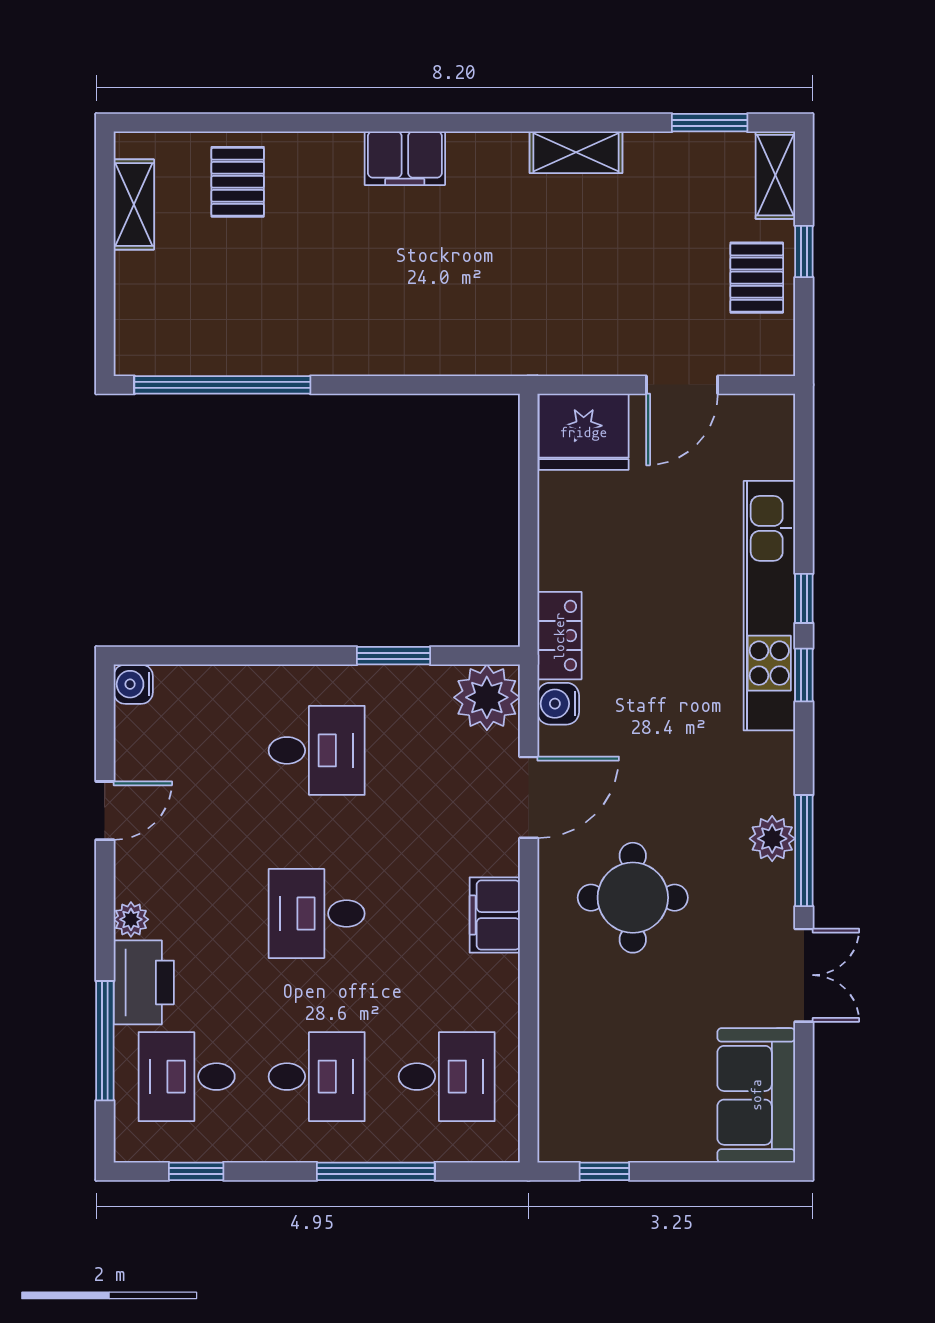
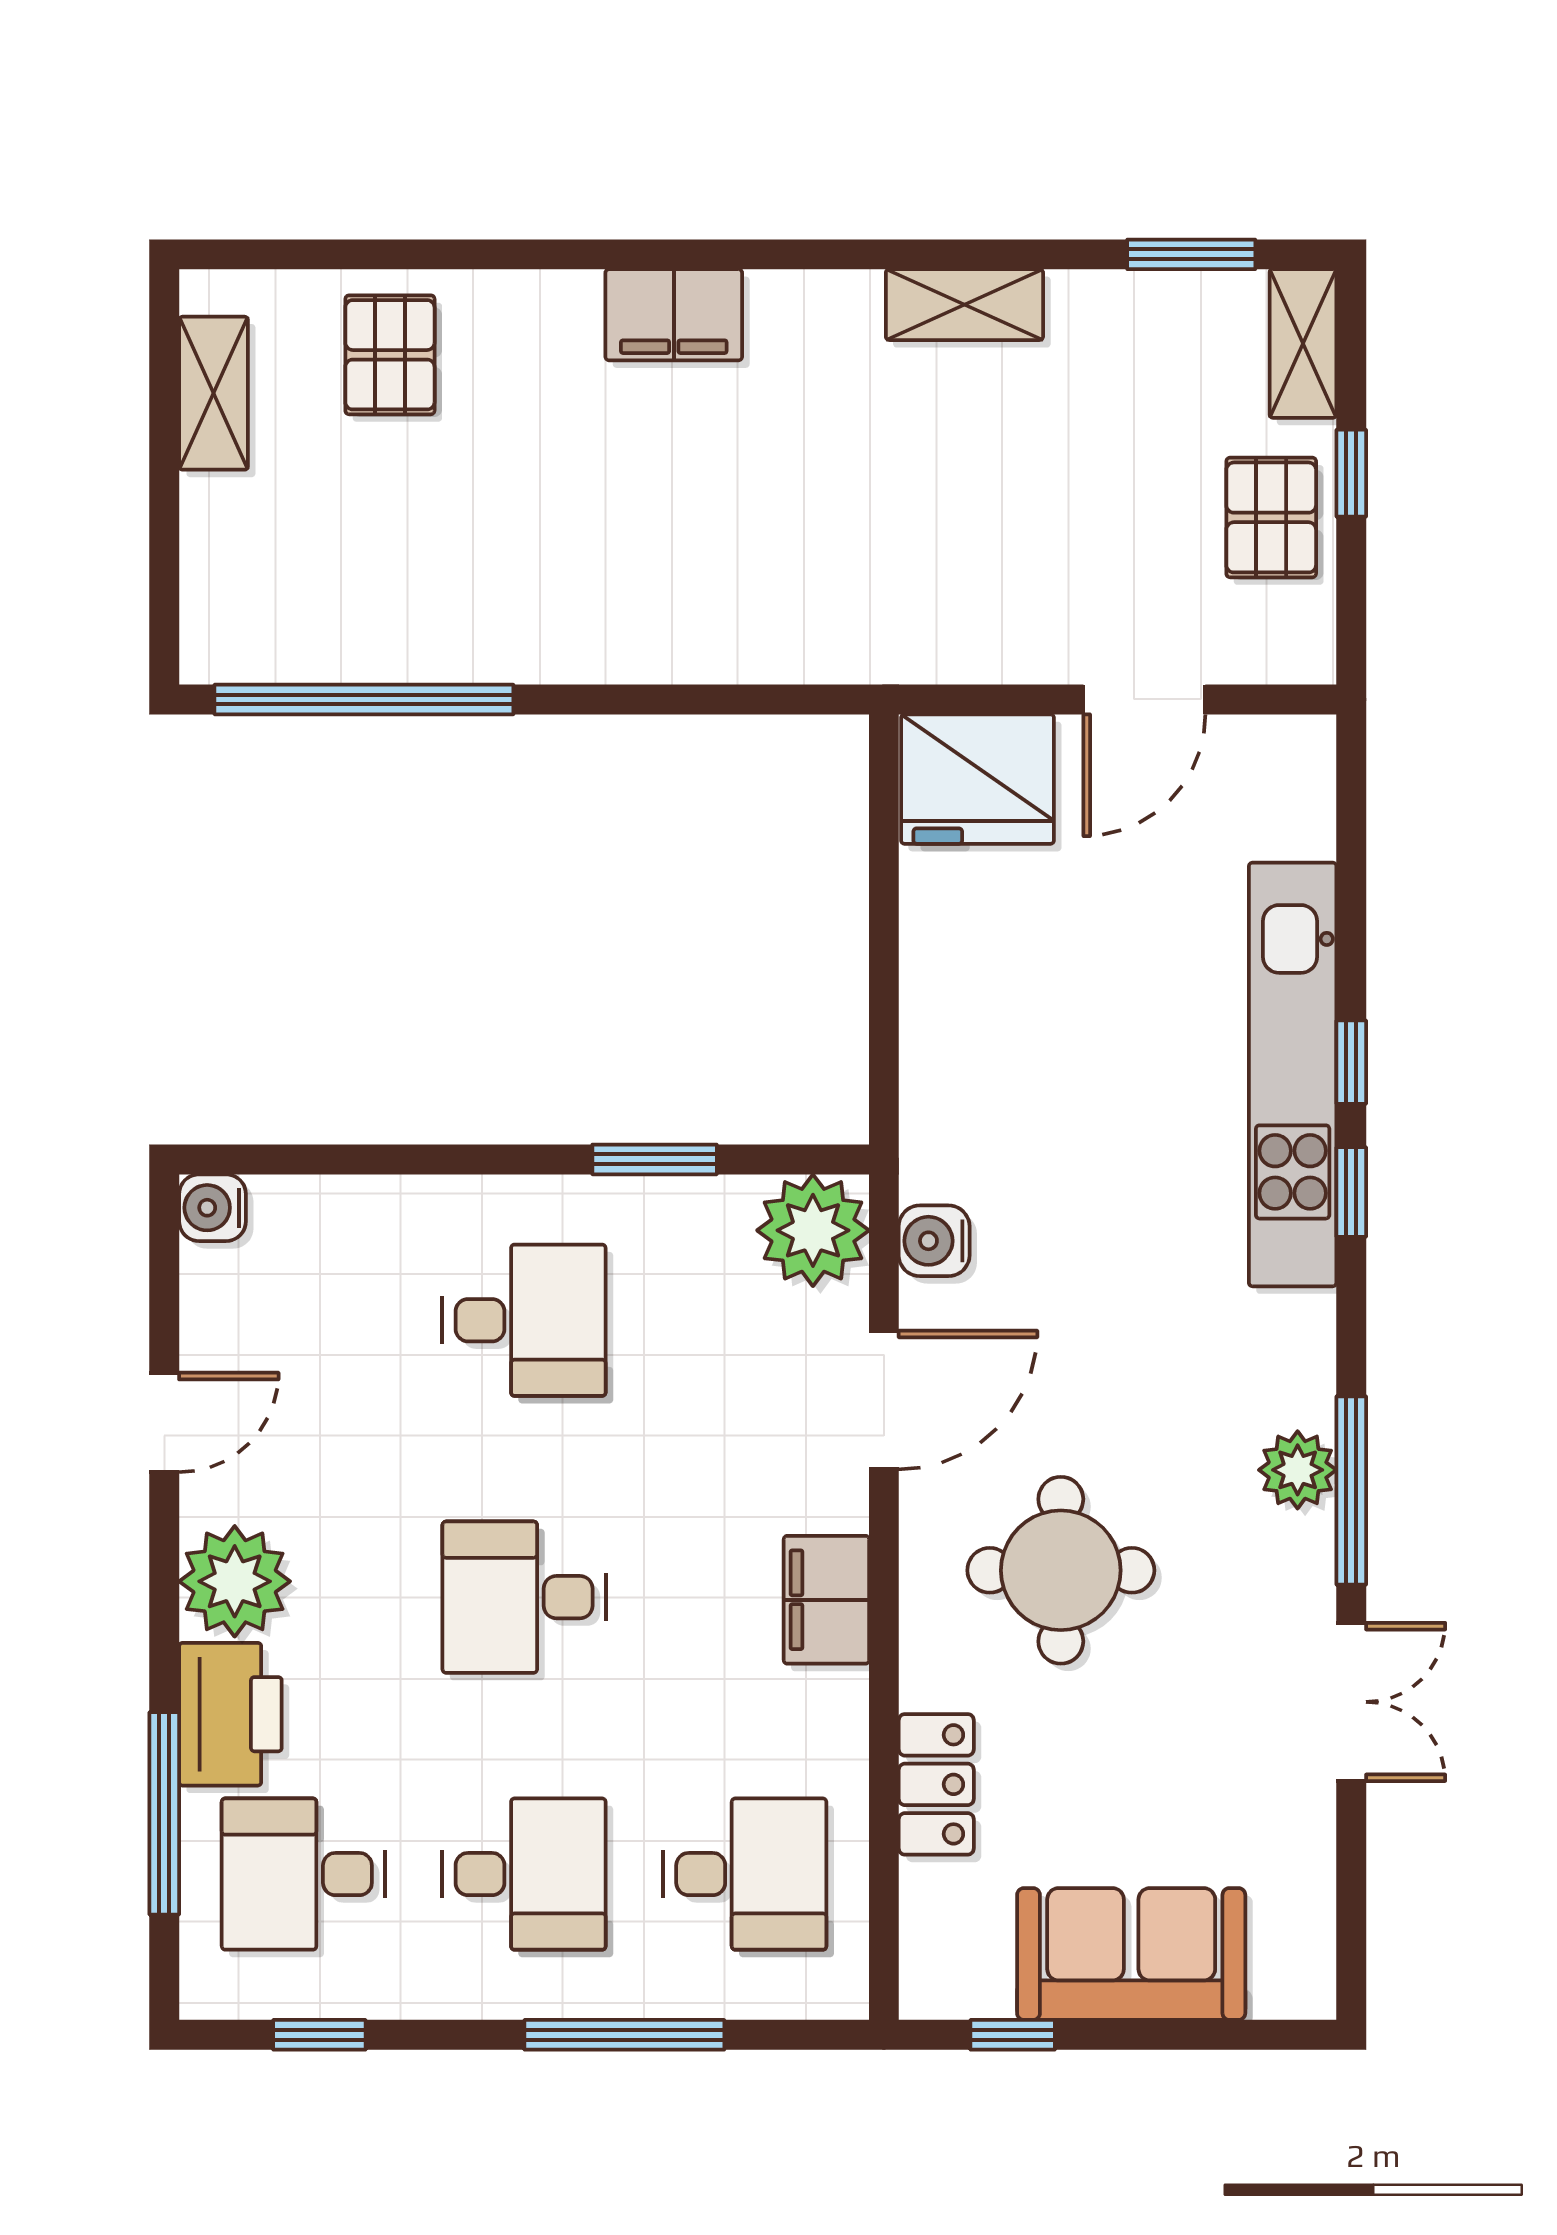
locker: (559, 636) -> (936, 1784), moved
plant: (131, 919) -> (235, 1581), width x1.88, depth x1.88
sofa: (756, 1095) -> (1131, 1954), moved, turned 90

